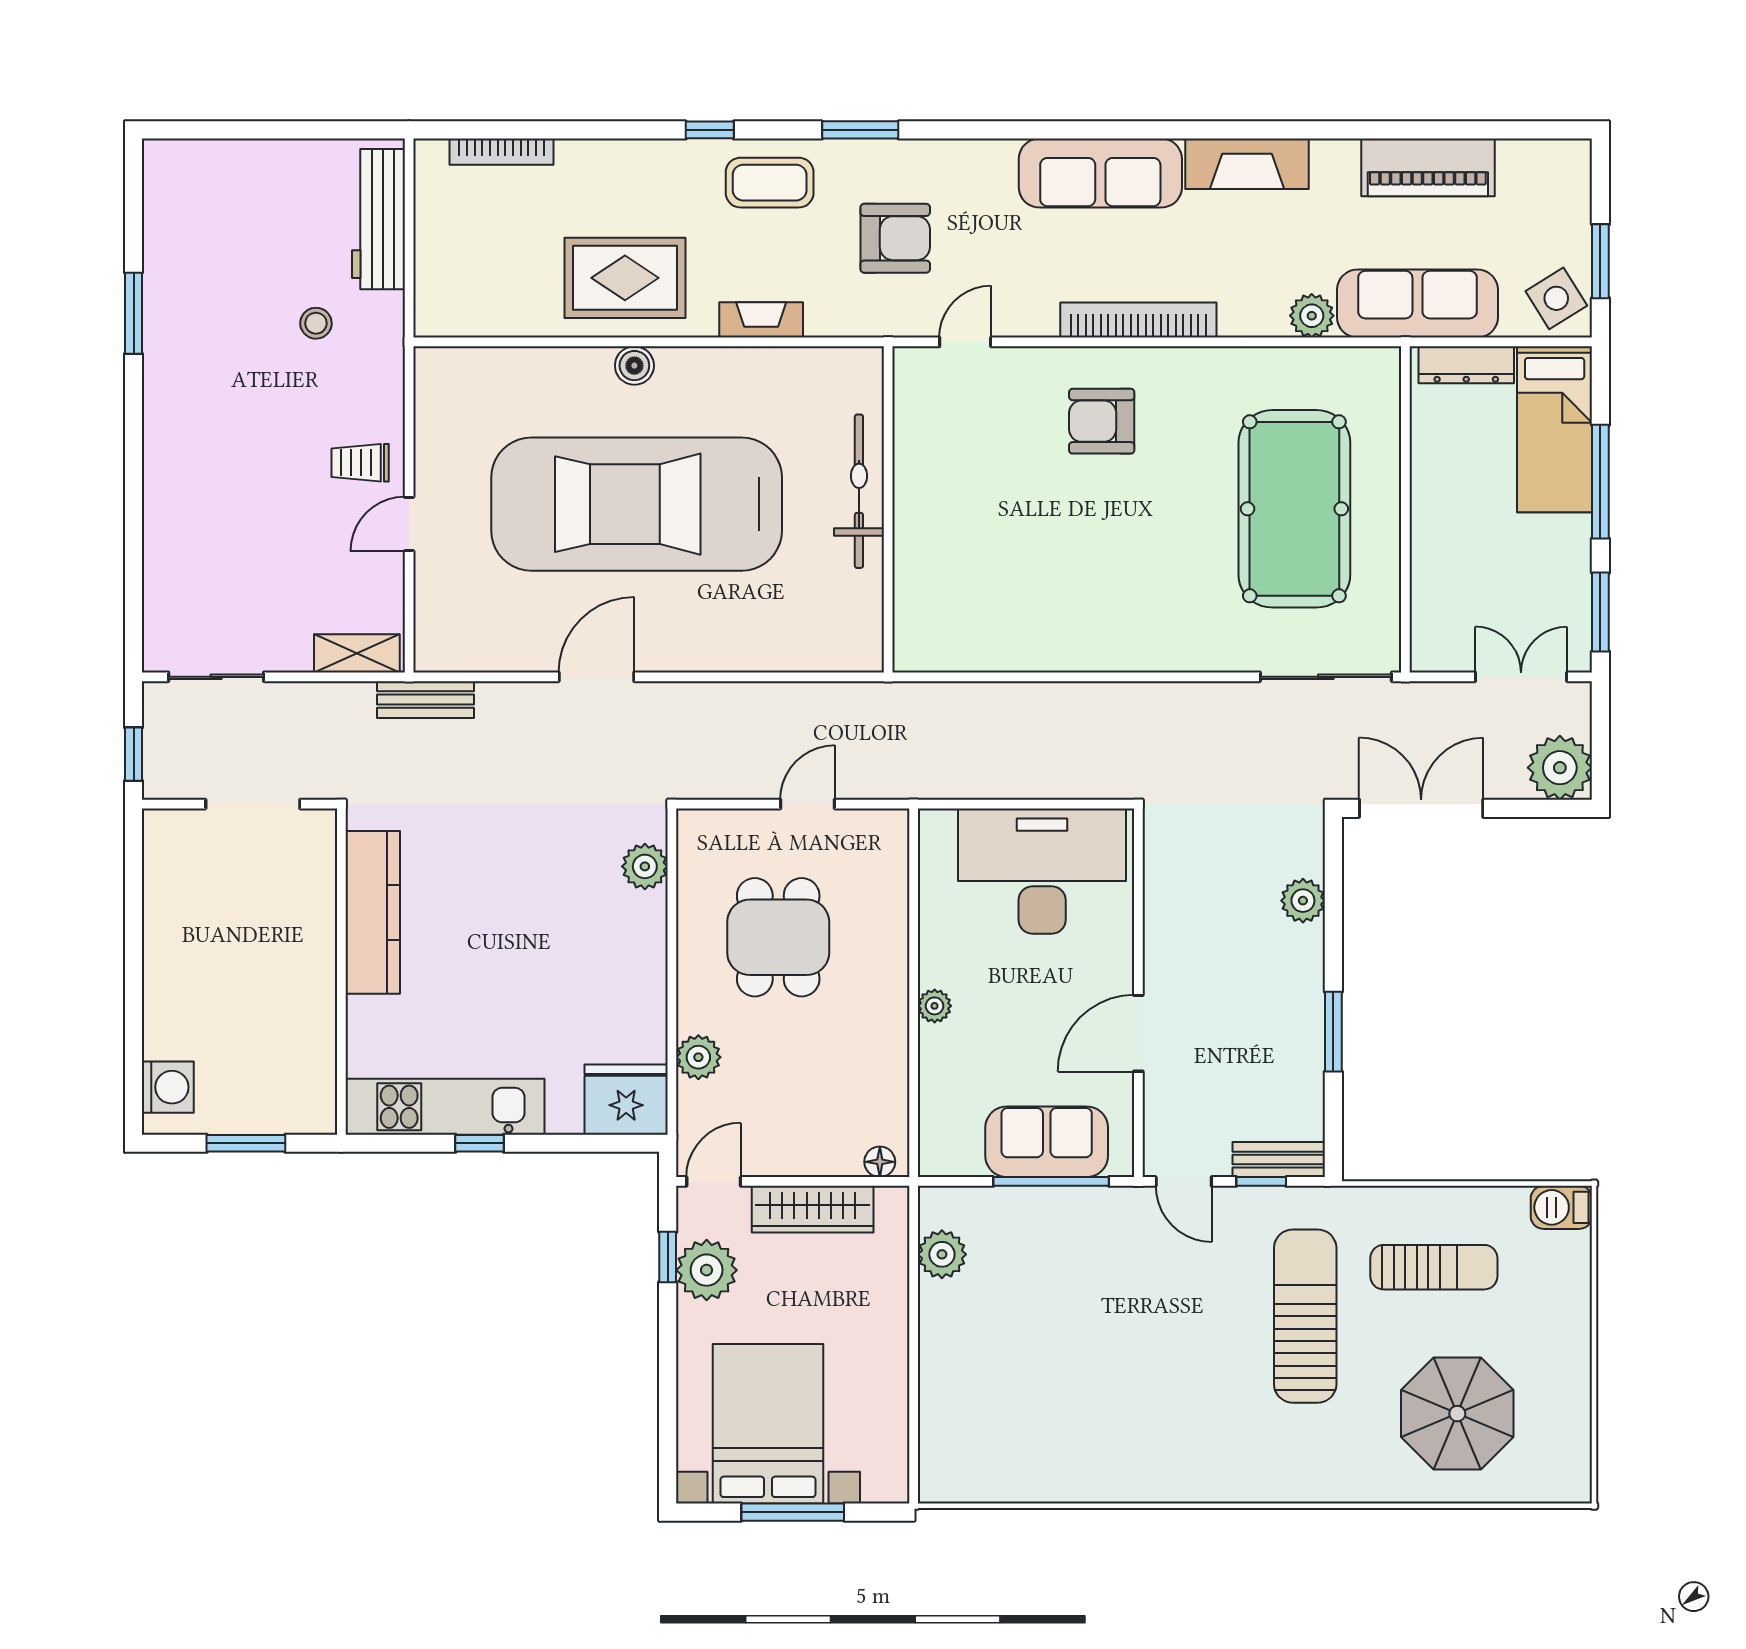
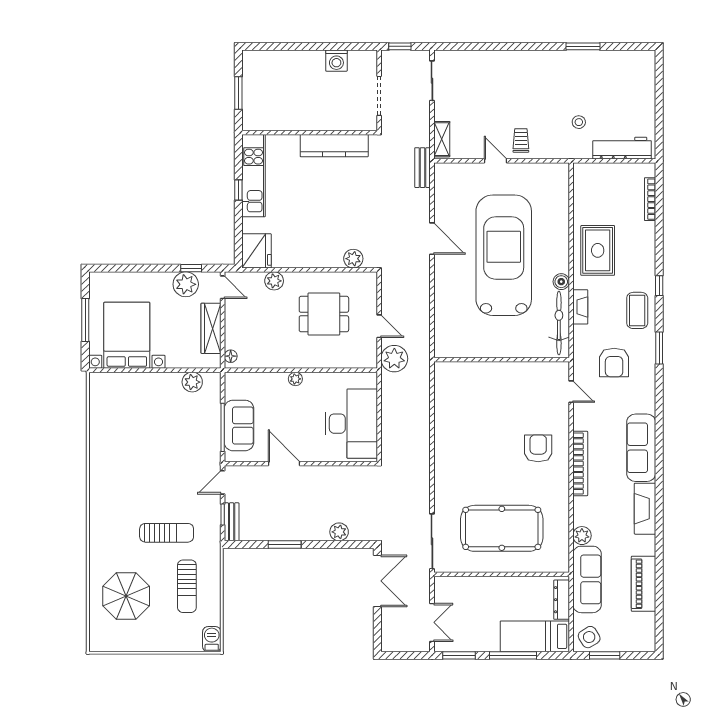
boiler: (634, 366) -> (561, 282), moved
bicycle: (859, 491) -> (559, 323), moved, turned -90
plant: (1560, 768) -> (394, 359), moved
washing machine: (168, 1087) -> (336, 61), moved
sun lounger: (1305, 1316) -> (167, 533), width x0.73, depth x0.75
bed with nightstands: (768, 1424) -> (127, 335), moved, turned -90

